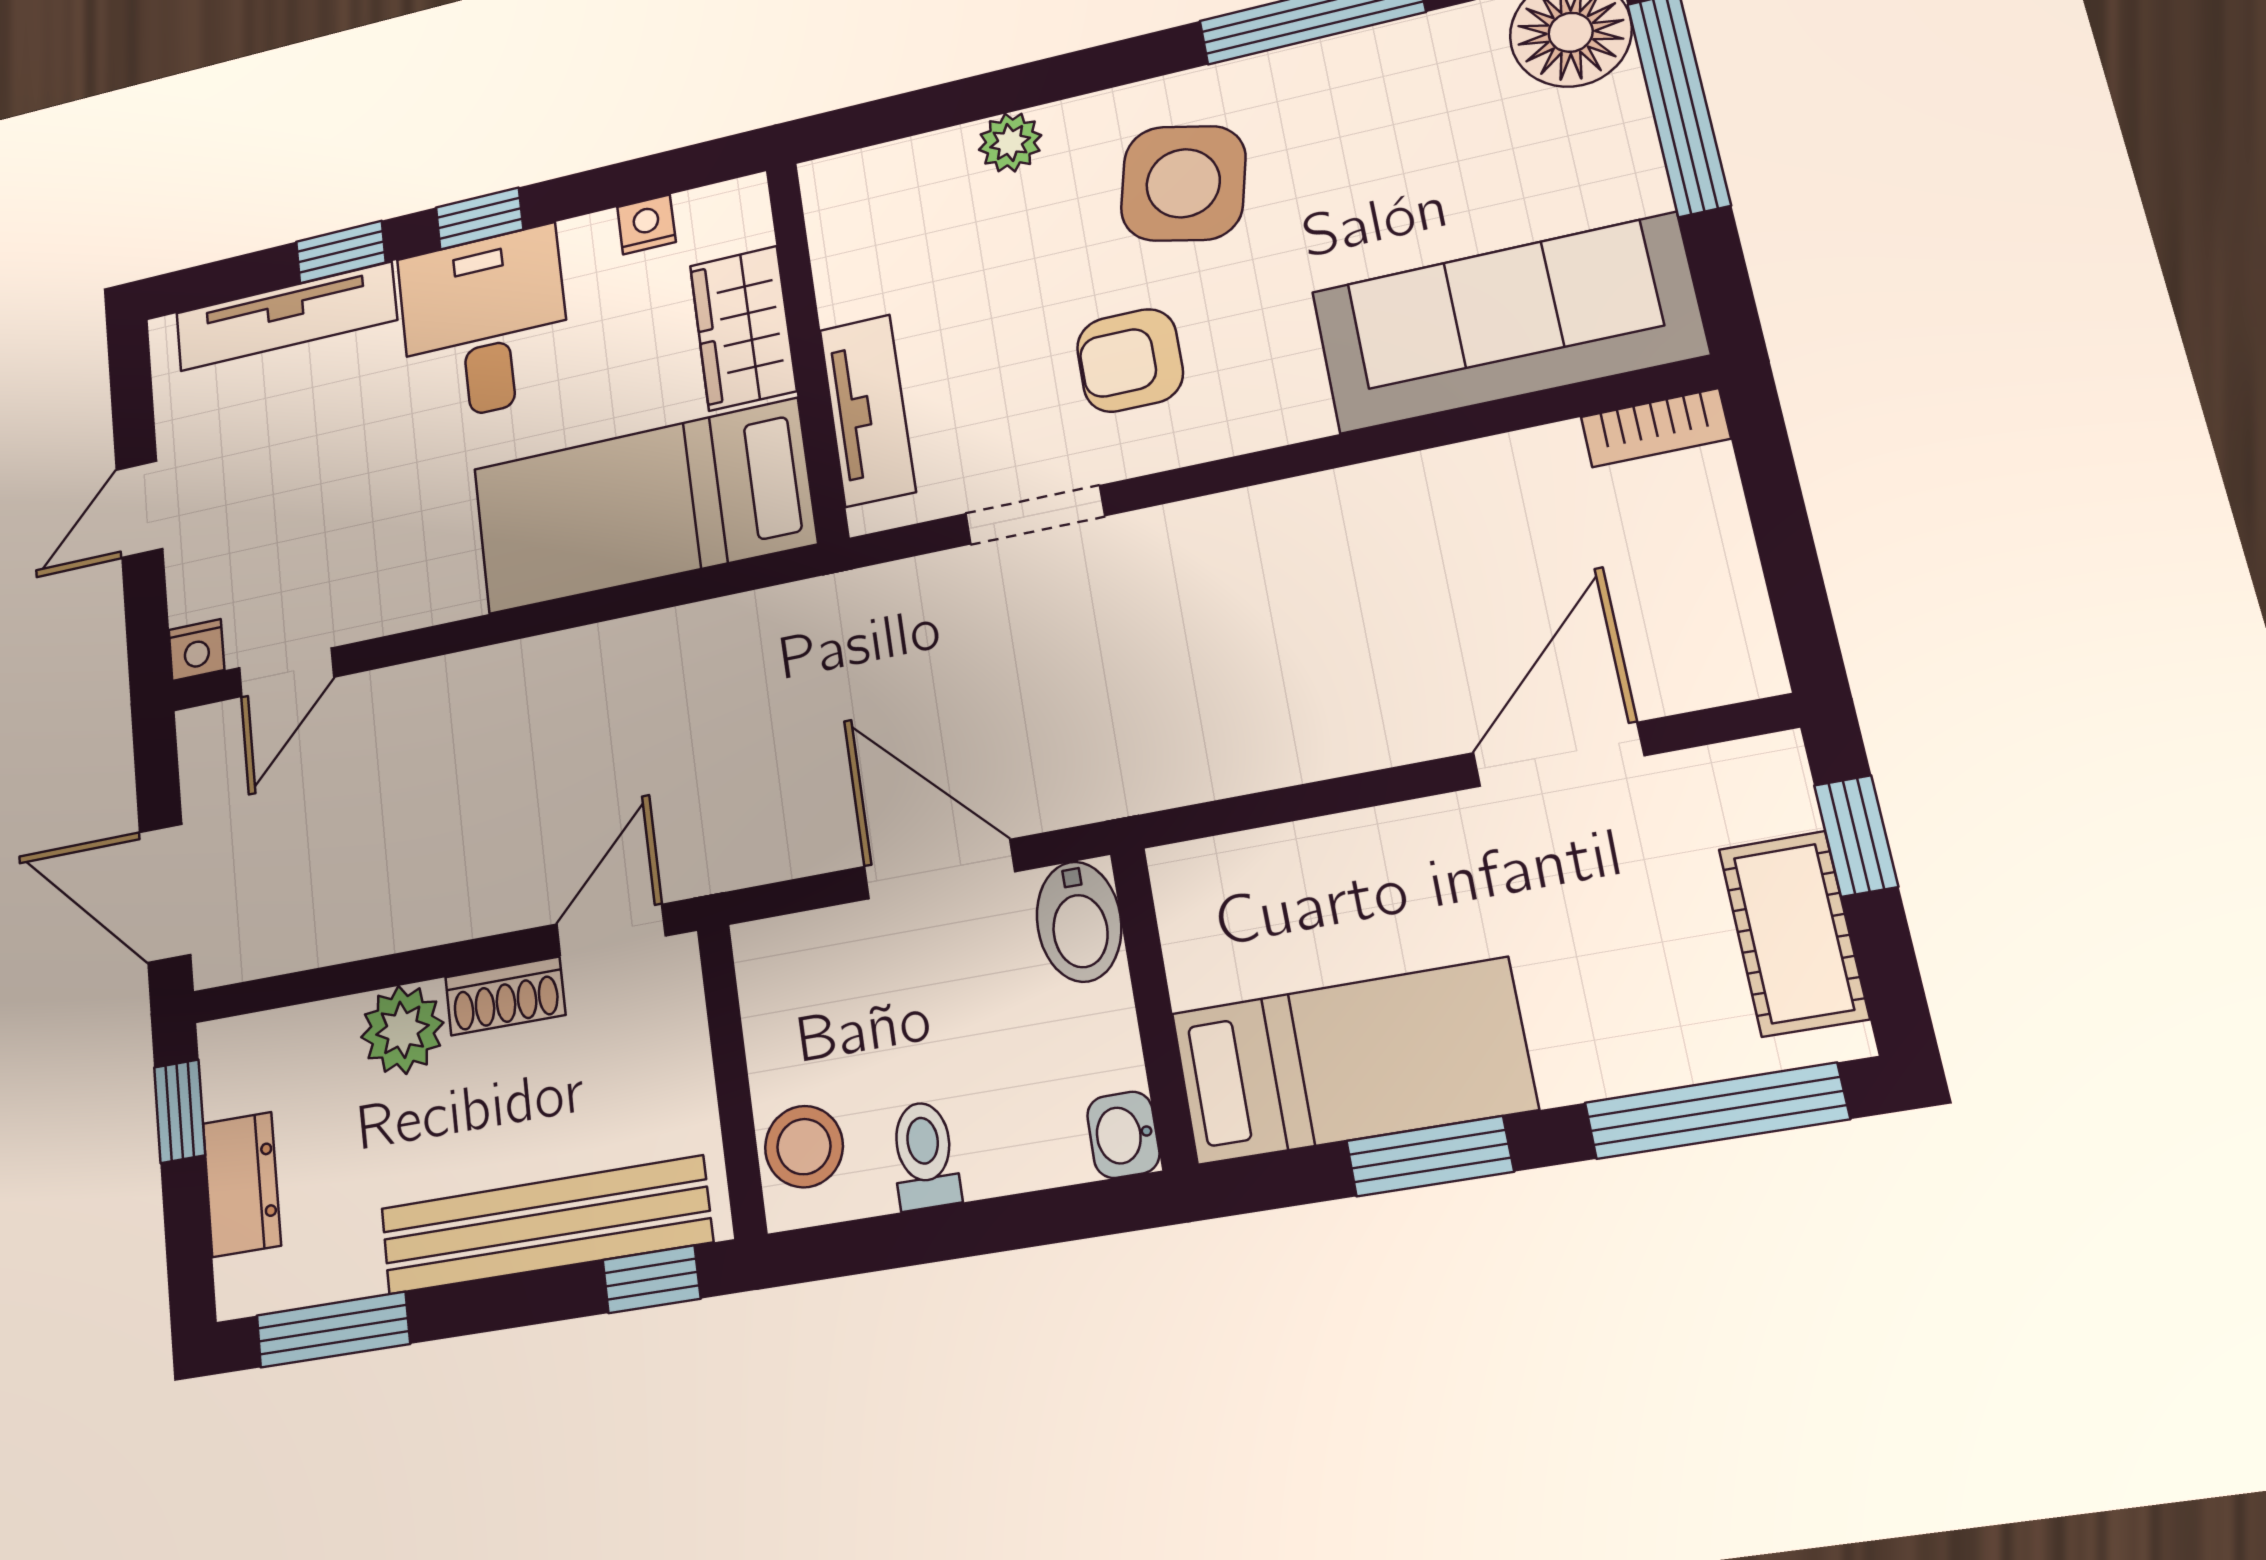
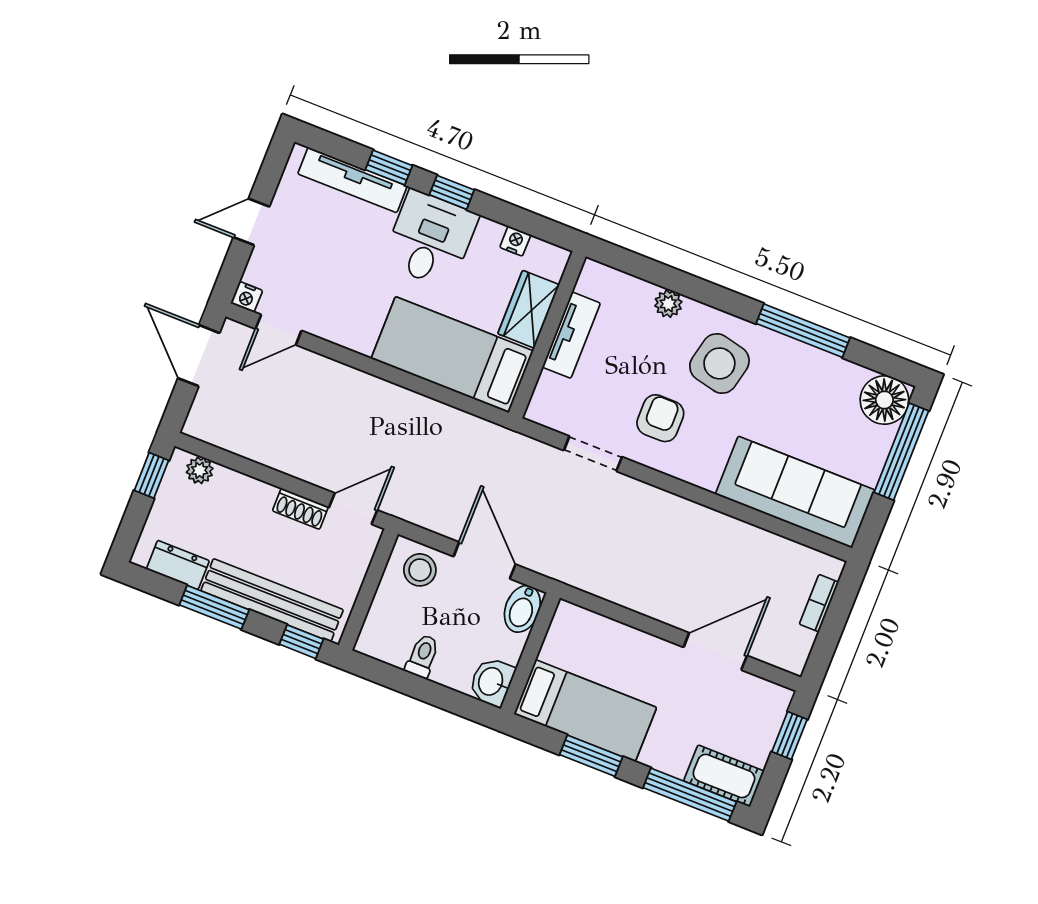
armchair: (1130, 360) -> (660, 418), turned 90
tv unit: (868, 410) -> (571, 335), moved
bookcase: (1656, 428) -> (819, 603), moved, turned 90
door: (165, 893) -> (199, 356), moved
cot: (1794, 933) -> (724, 776), moved, turned 90
plant: (402, 1030) -> (200, 470), moved, width x0.73, depth x0.73
washbasin: (1123, 1135) -> (492, 682), width x1.38, depth x1.45
stool: (804, 1147) -> (420, 570), moved
dresser: (242, 1184) -> (178, 565), moved, turned -90
window: (333, 1330) -> (214, 607), moved

